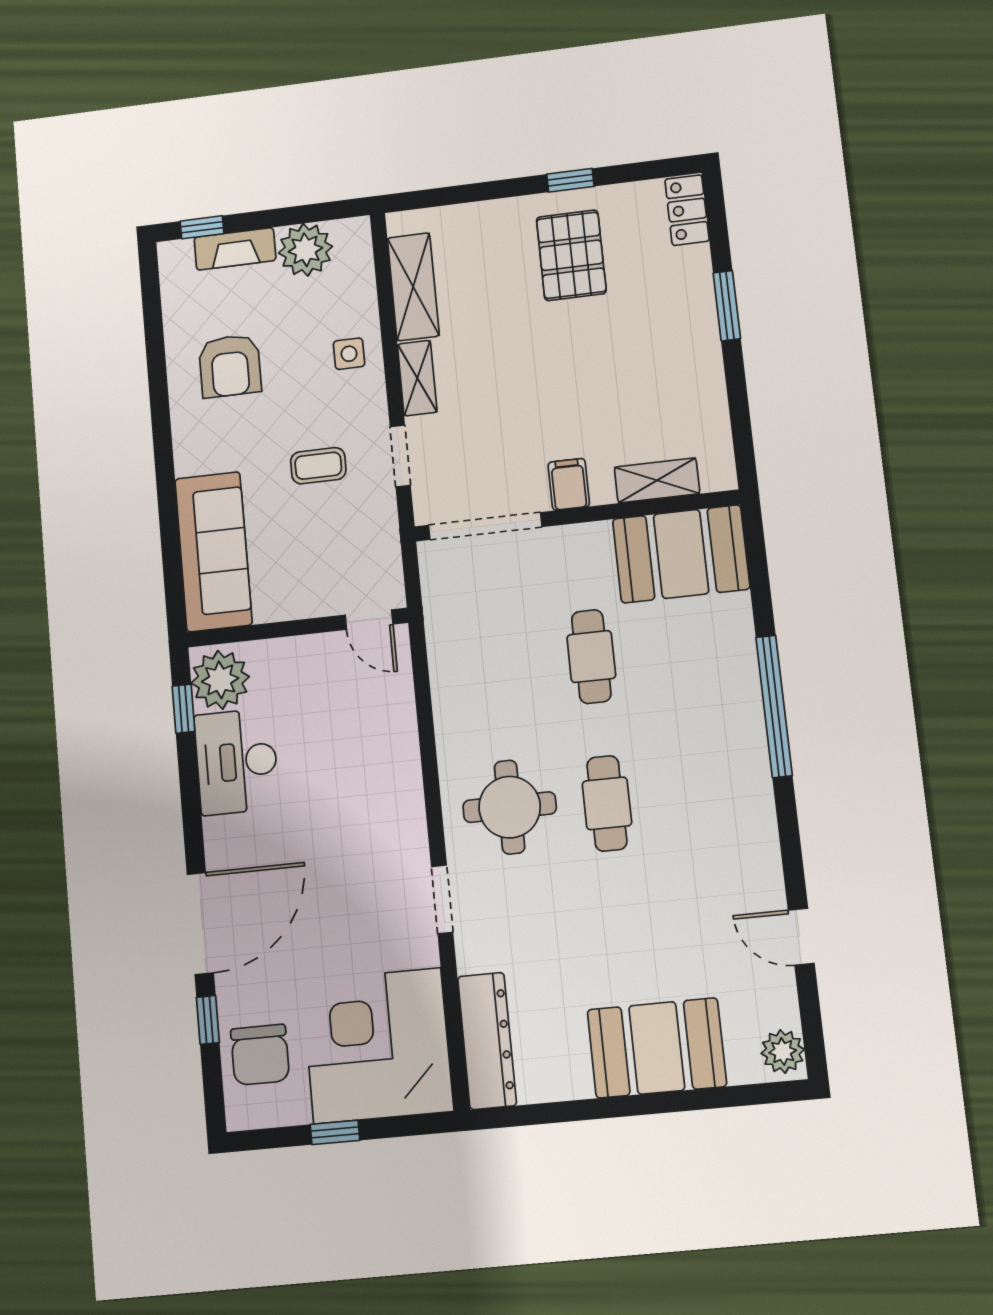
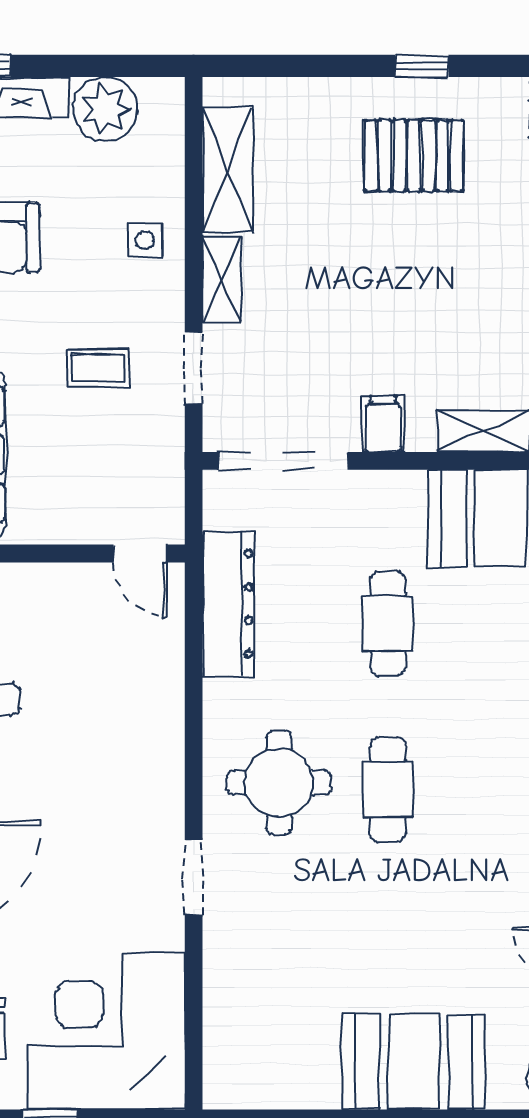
pallet: (571, 255) -> (414, 156), turned 90
dresser: (487, 1041) -> (228, 604), moved

